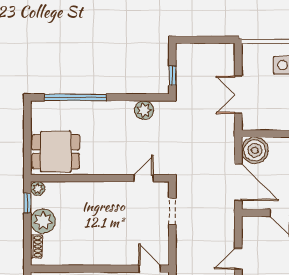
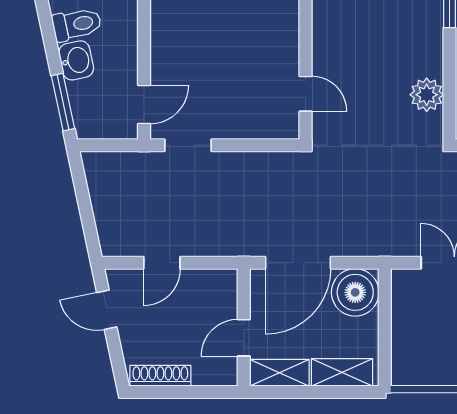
doorway: (172, 211) -> (188, 145), moved
door: (238, 259) -> (162, 263), swing flipped

